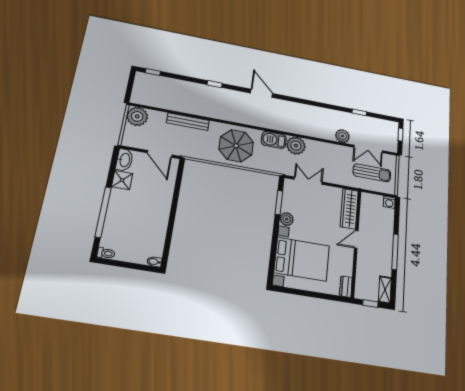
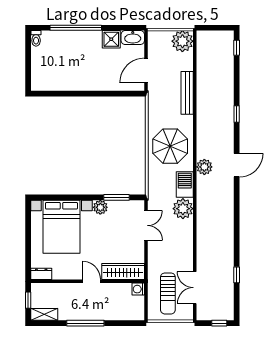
plant: (342, 136) -> (204, 167), moved
washing machine: (389, 202) -> (138, 289), moved
bidet: (154, 262) -> (35, 84), removed

